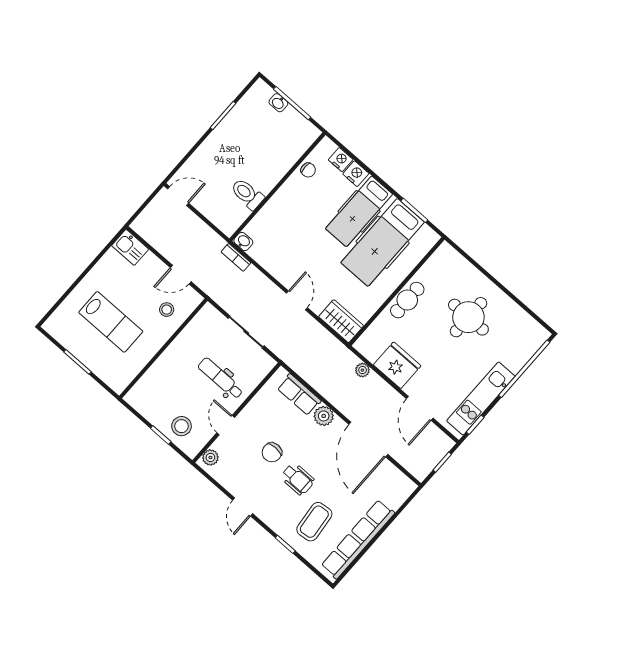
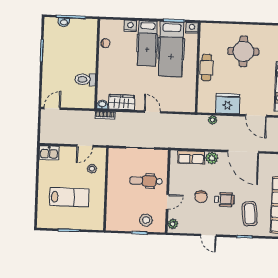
nightstand: (341, 160) -> (192, 28), moved
wardrobe: (341, 321) -> (122, 102), moved
door: (226, 425) -> (167, 202), swing flipped

